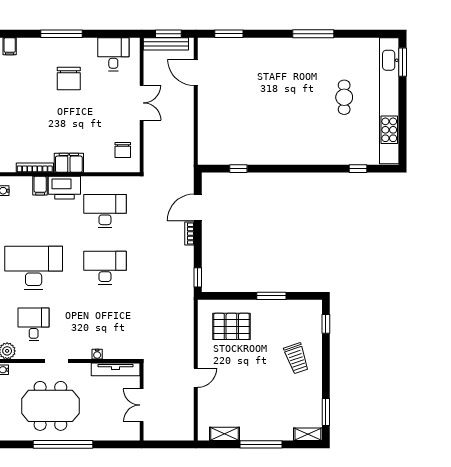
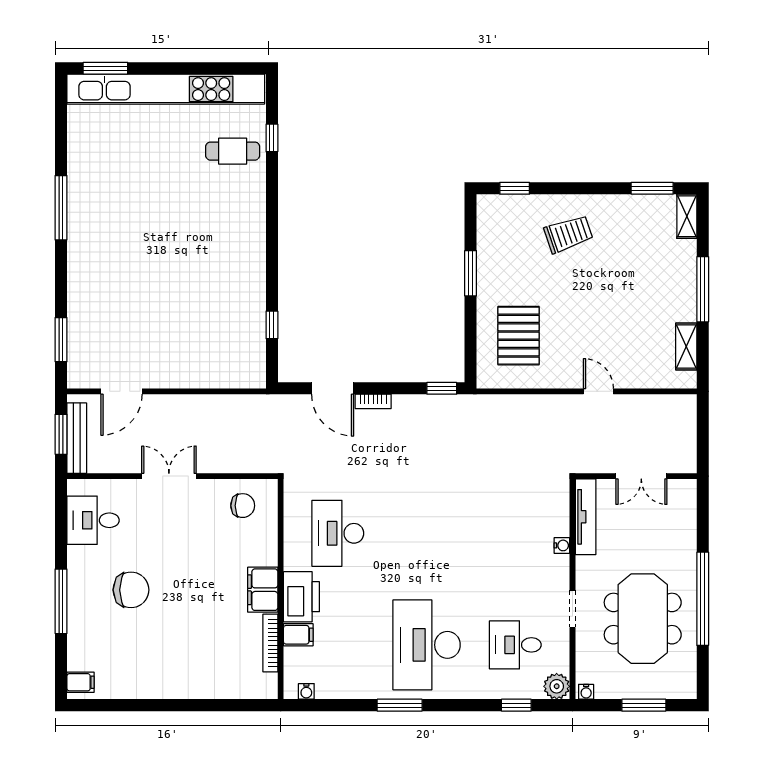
cafe table: (344, 97) -> (233, 151), moved
desk: (105, 268) -> (427, 533), removed

